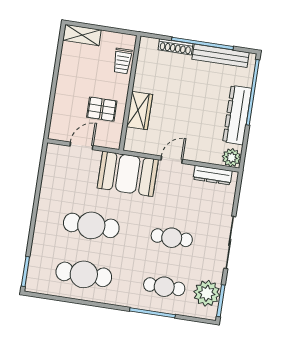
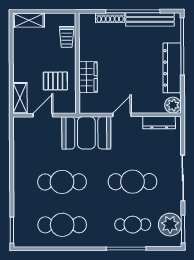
shelving: (58, 122) -> (20, 98), added
cafe table: (172, 238) -> (132, 182), width x1.37, depth x1.35

